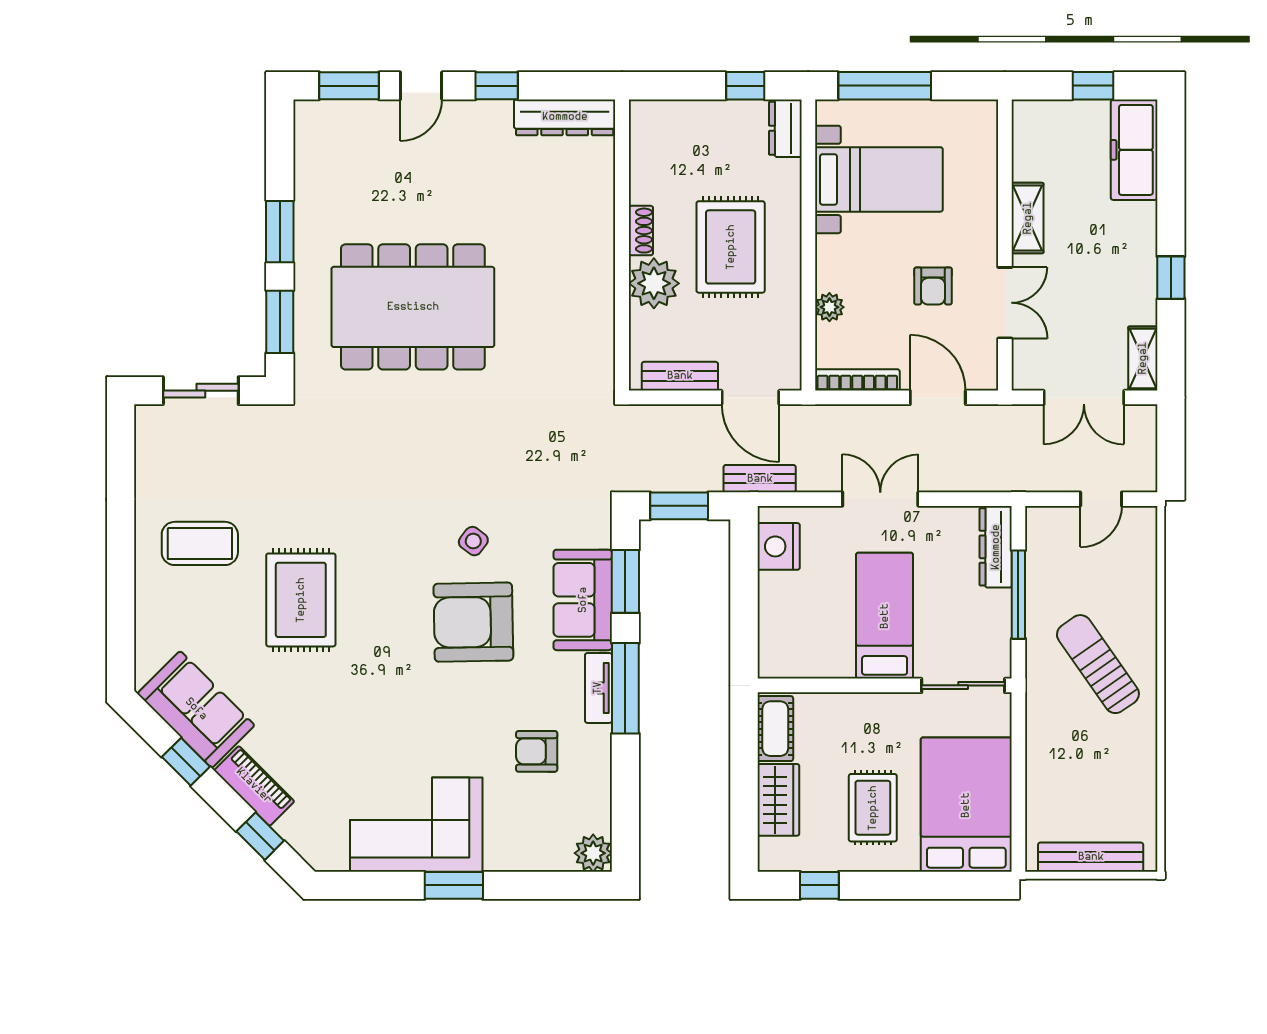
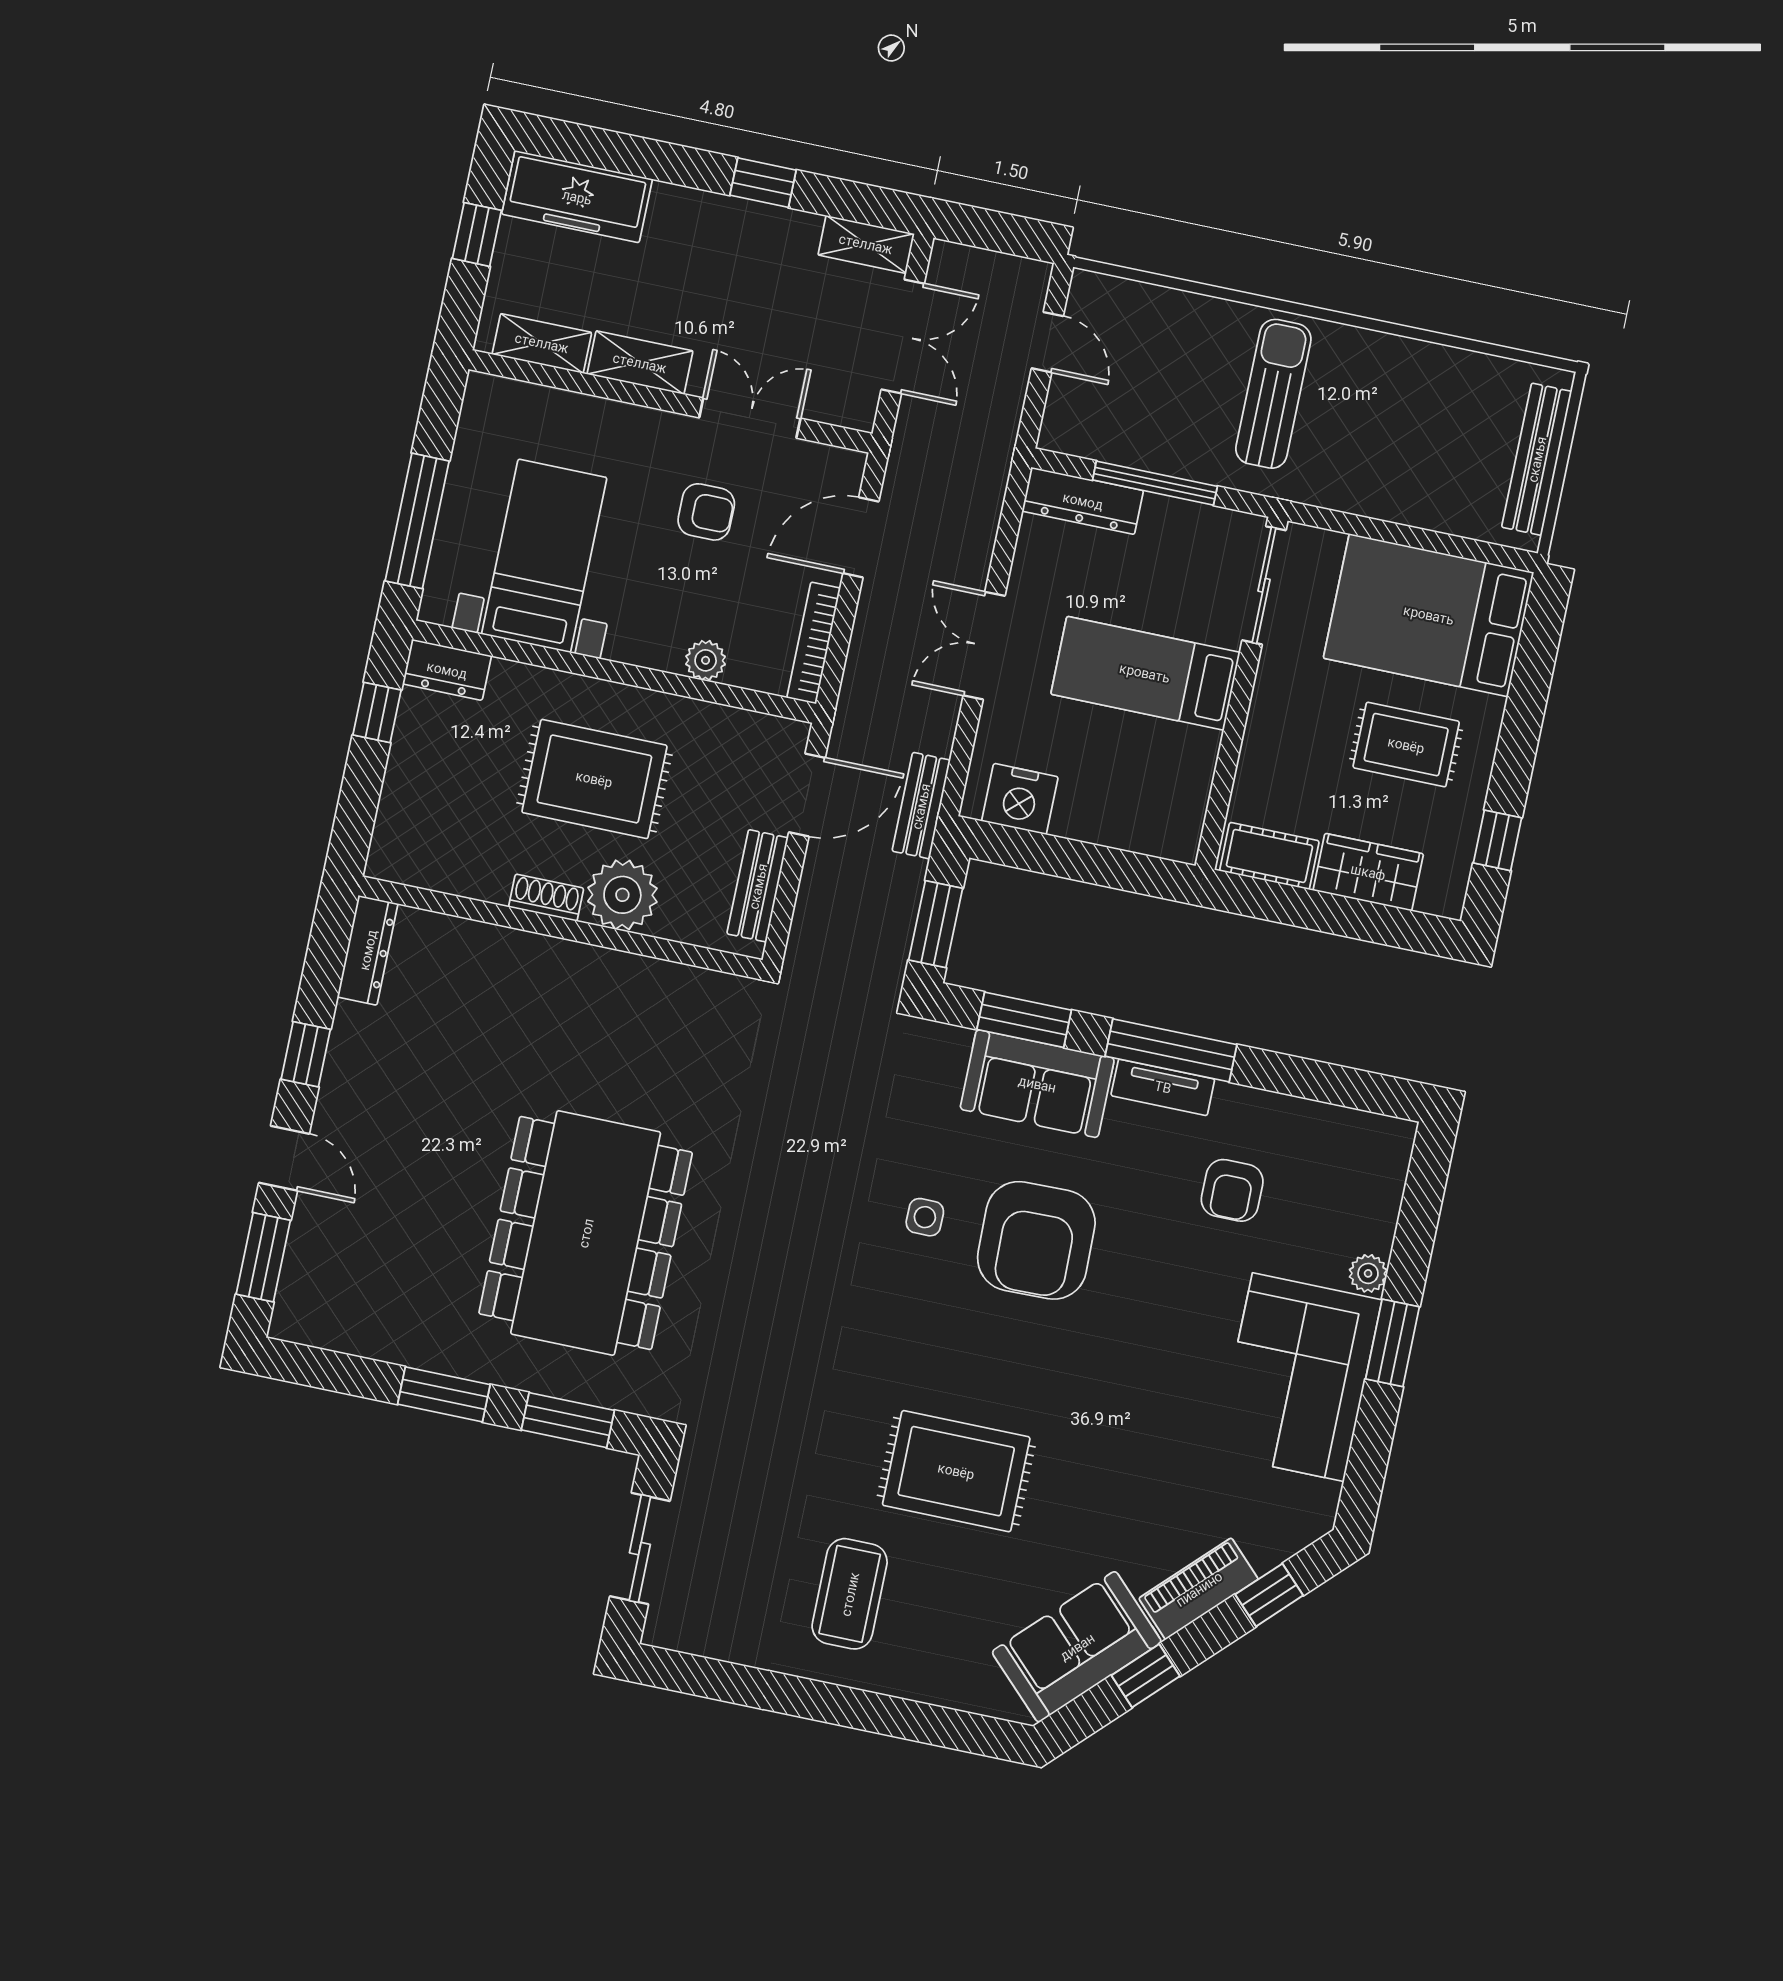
dresser: (565, 117) -> (368, 950), width x0.73, depth x0.80
shelving: (1027, 147) -> (542, 343), added
side table: (473, 541) -> (925, 1217), turned -37
sun lounger: (1098, 664) -> (1273, 394), turned 125
plant: (593, 853) -> (1368, 1273), moved, width x0.73, depth x0.73

